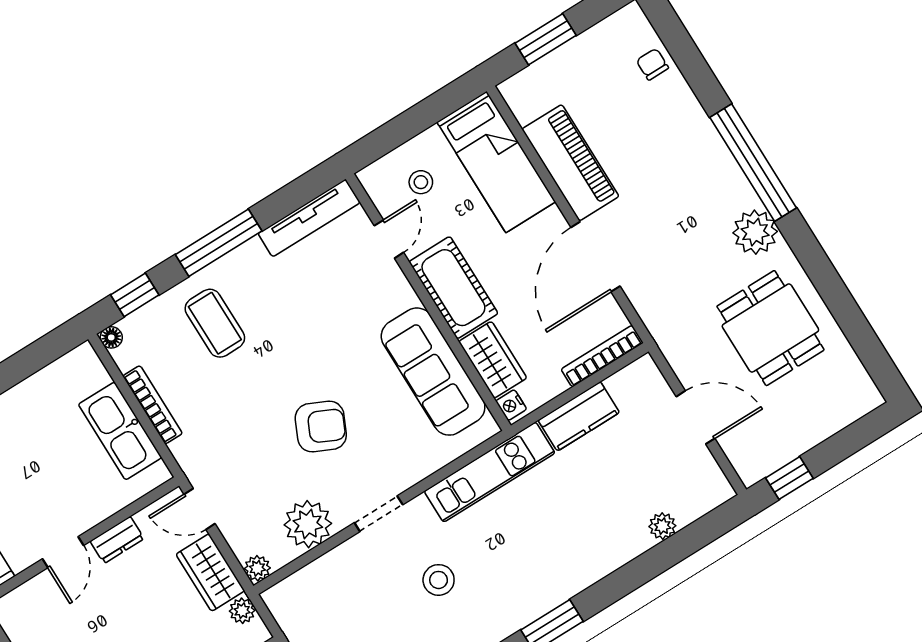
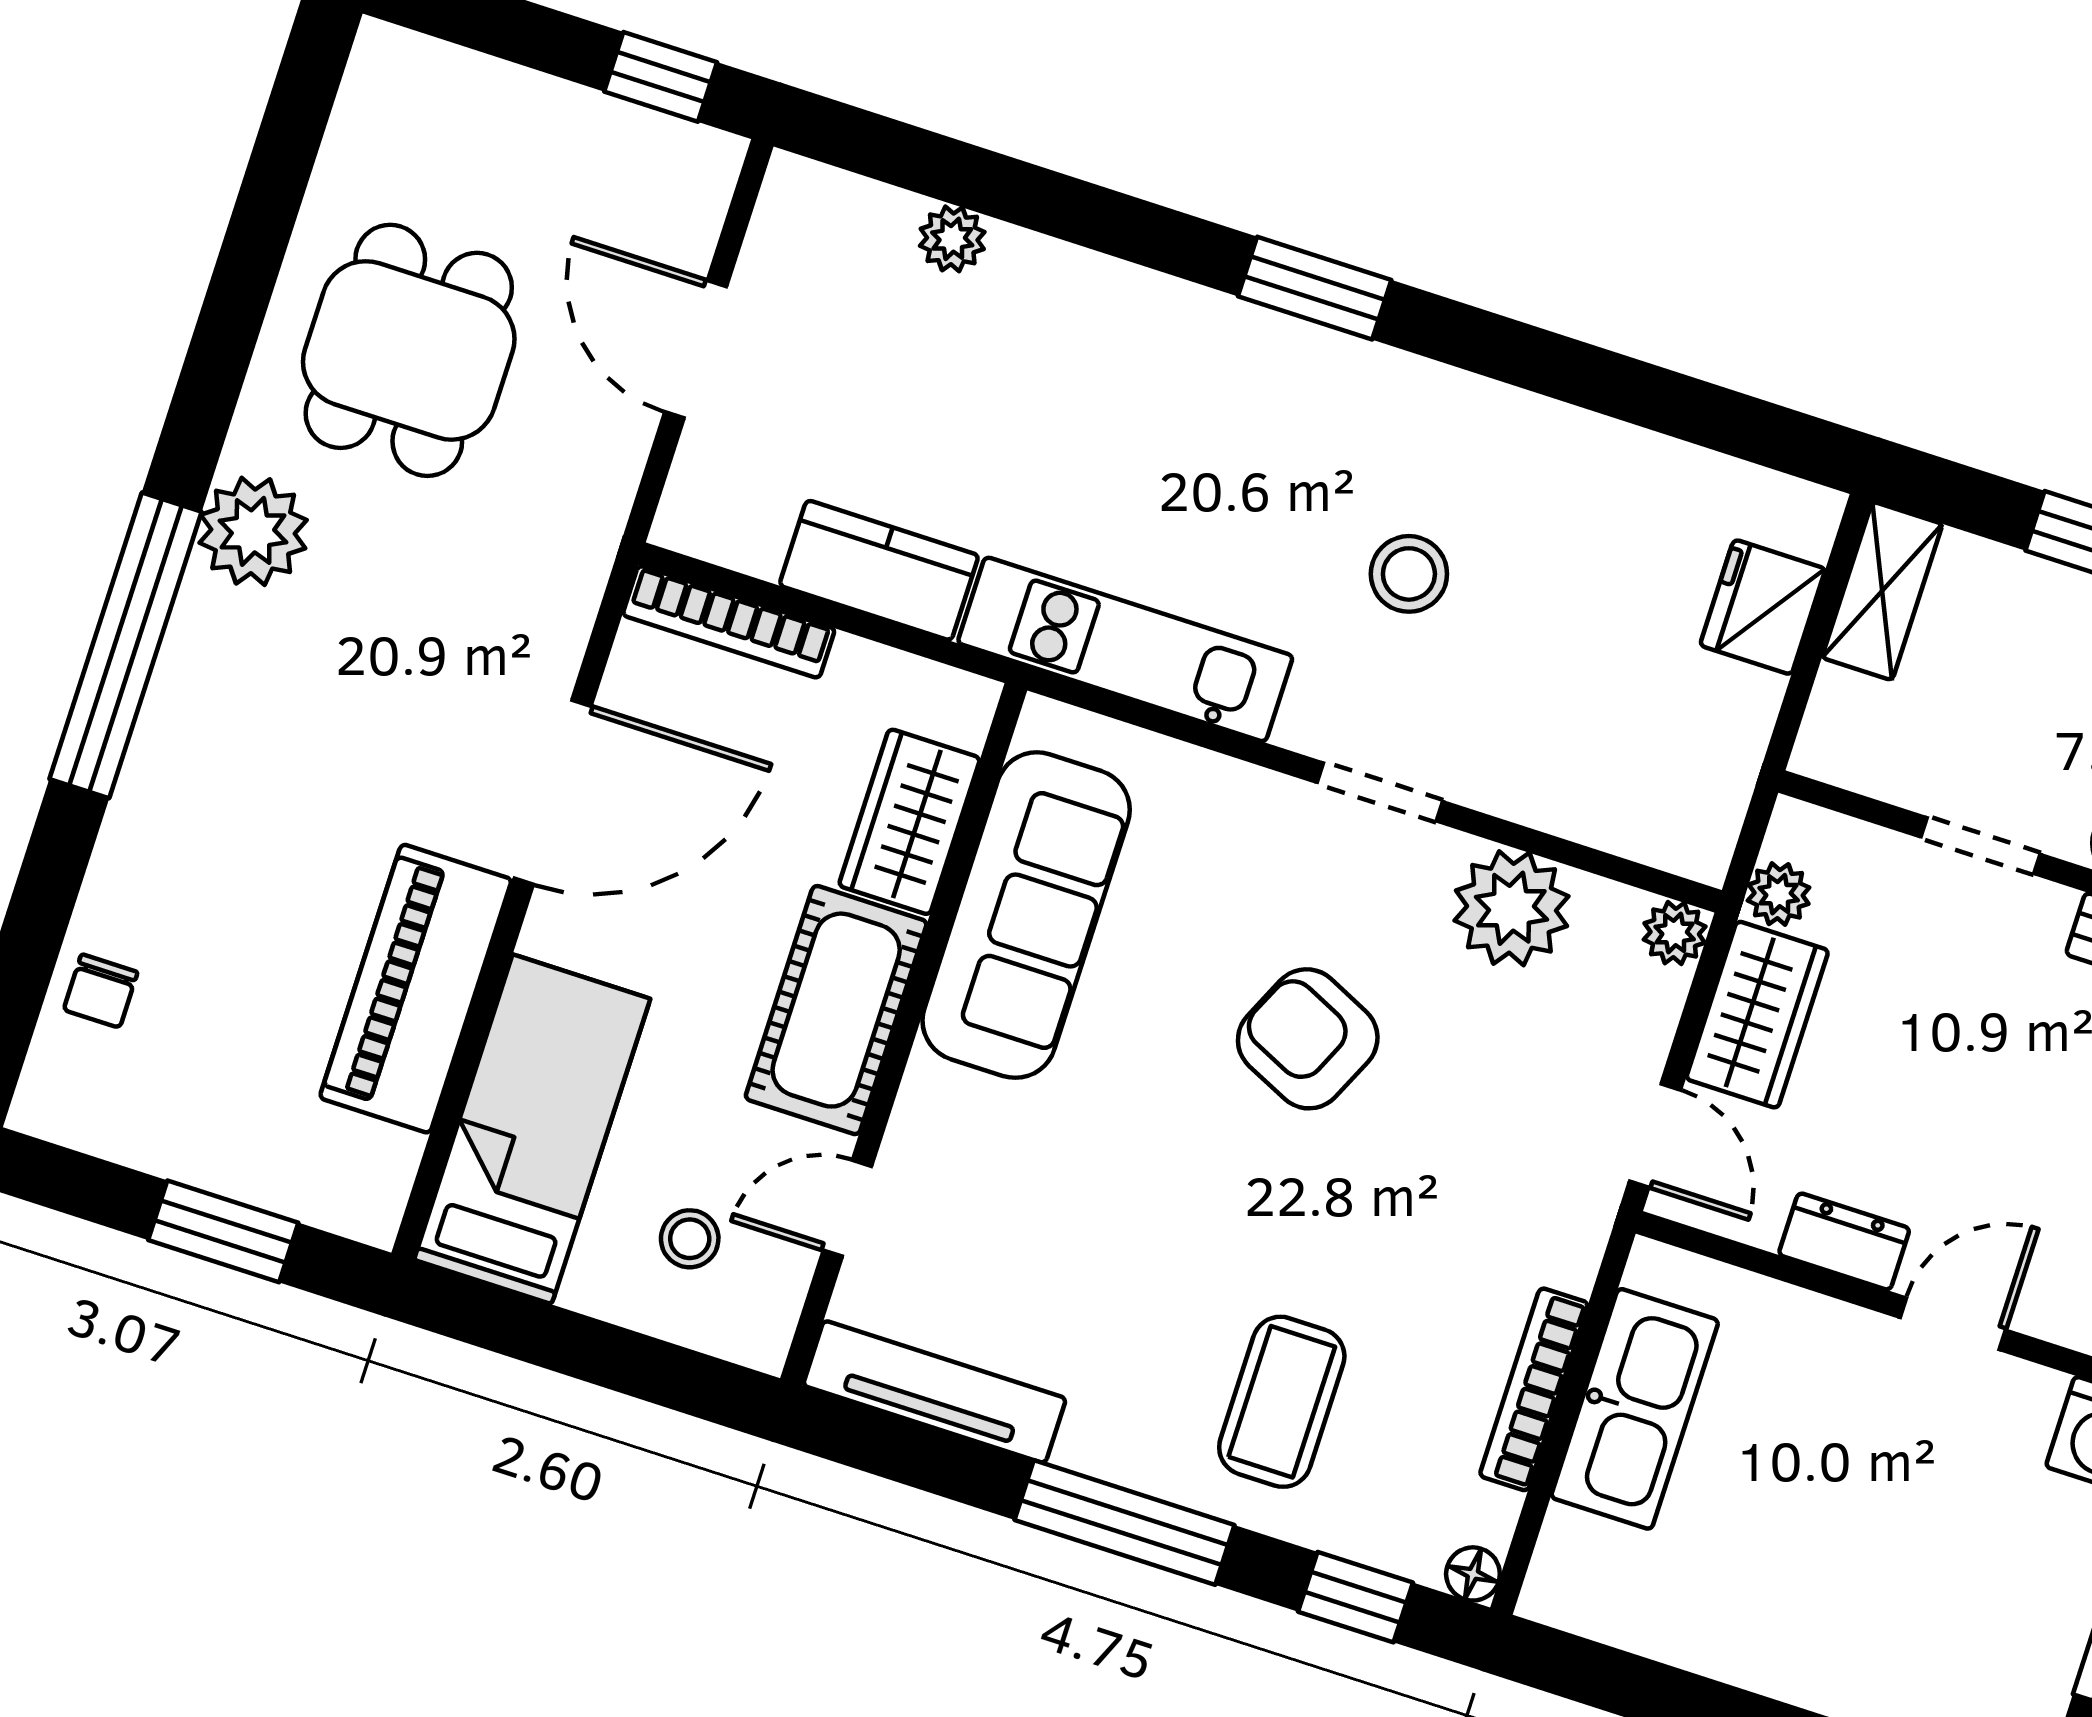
nightstand: (511, 405) -> (965, 715), removed

